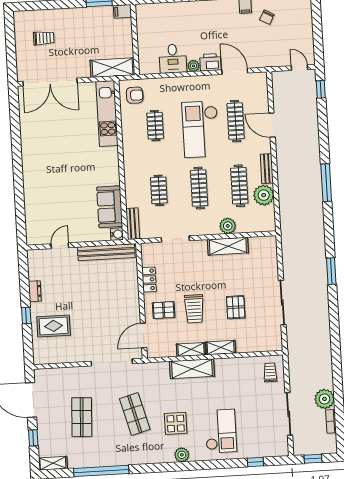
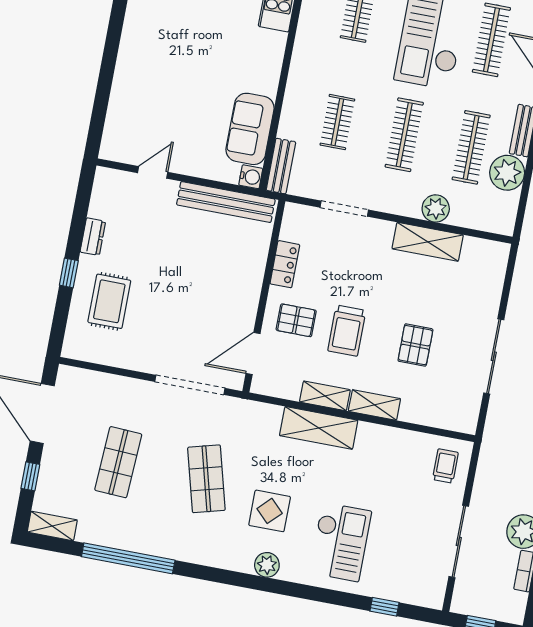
rug: (54, 326) -> (109, 301), turned 90

